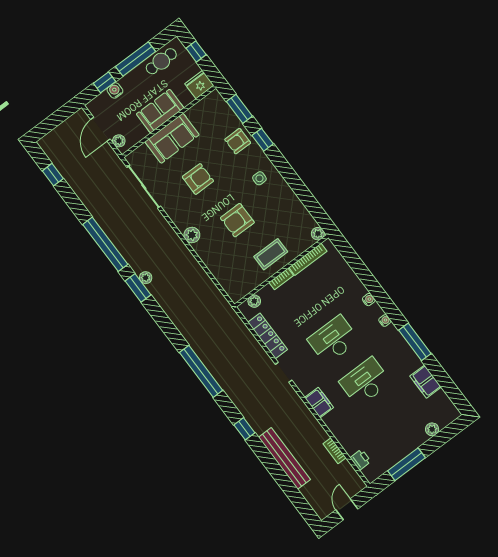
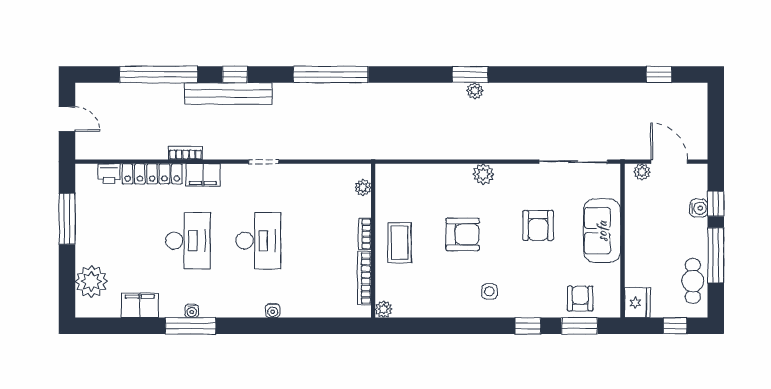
sofa: (160, 111) -> (641, 240), removed
armchair: (238, 141) -> (580, 299), moved
armchair: (237, 220) -> (463, 234), turned 90
window: (105, 244) -> (159, 74), moved
water cooler: (385, 321) -> (192, 311), moved
locker: (268, 336) -> (152, 174), moved
plant: (432, 429) -> (91, 281), width x1.88, depth x1.88
bookcase: (335, 451) -> (186, 153), moved
bench: (284, 458) -> (228, 93), moved

